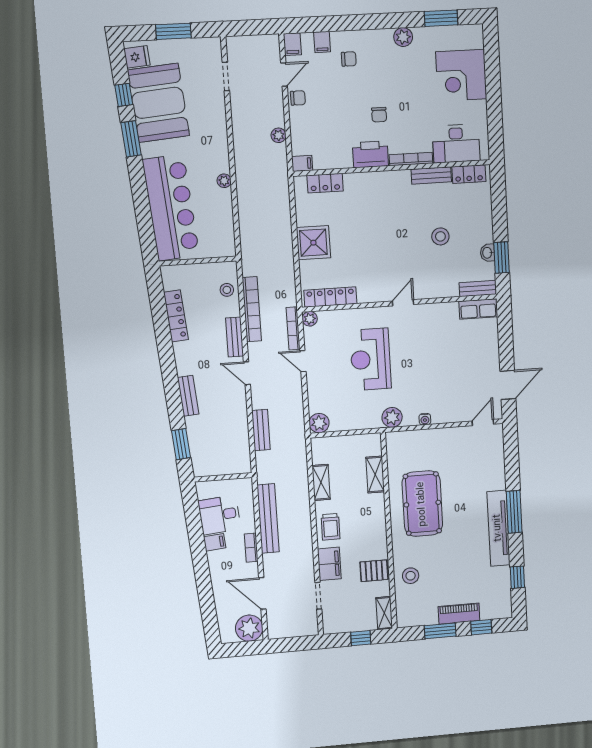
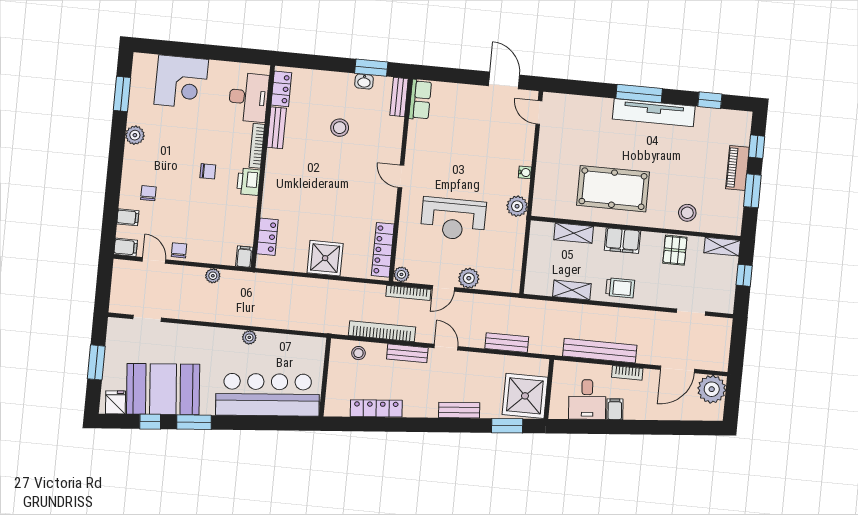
printer: (370, 154) -> (248, 182), width x0.73, depth x0.84
door: (247, 373) -> (446, 347), swing flipped
plant: (319, 423) -> (469, 278), moved
shower: (213, 456) -> (525, 396), added
filing cabinet: (329, 564) -> (622, 241), moved, turned 180

